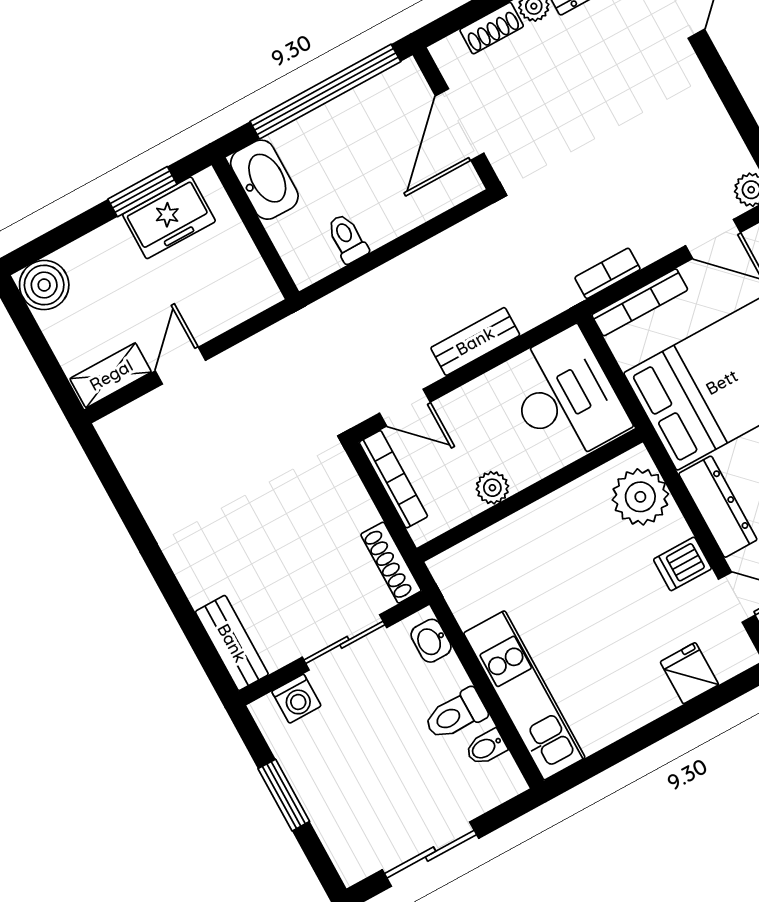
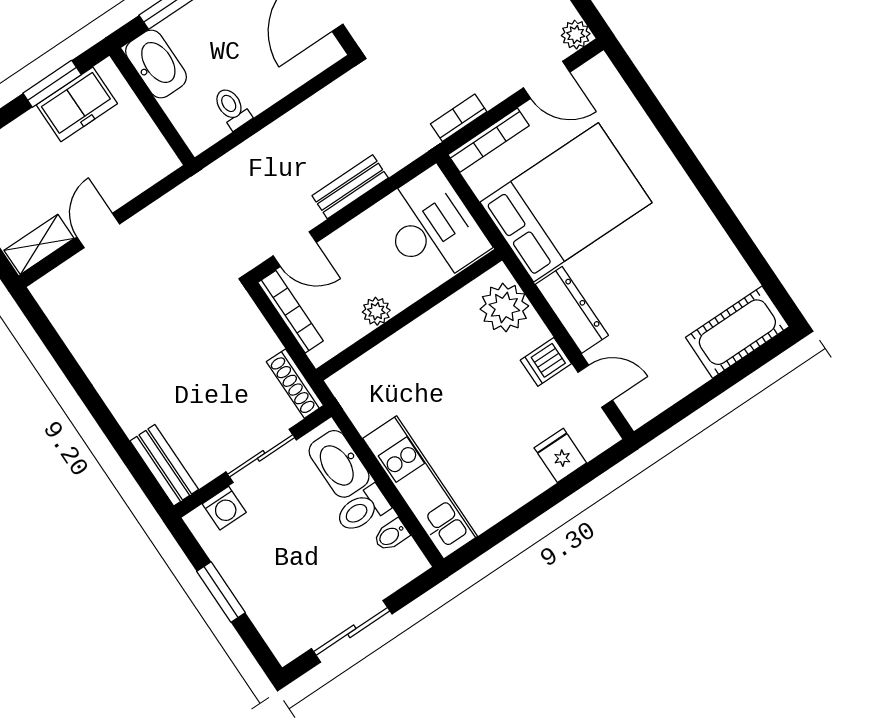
washbasin: (431, 641) -> (339, 464), width x1.91, depth x1.45

